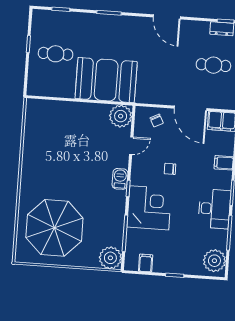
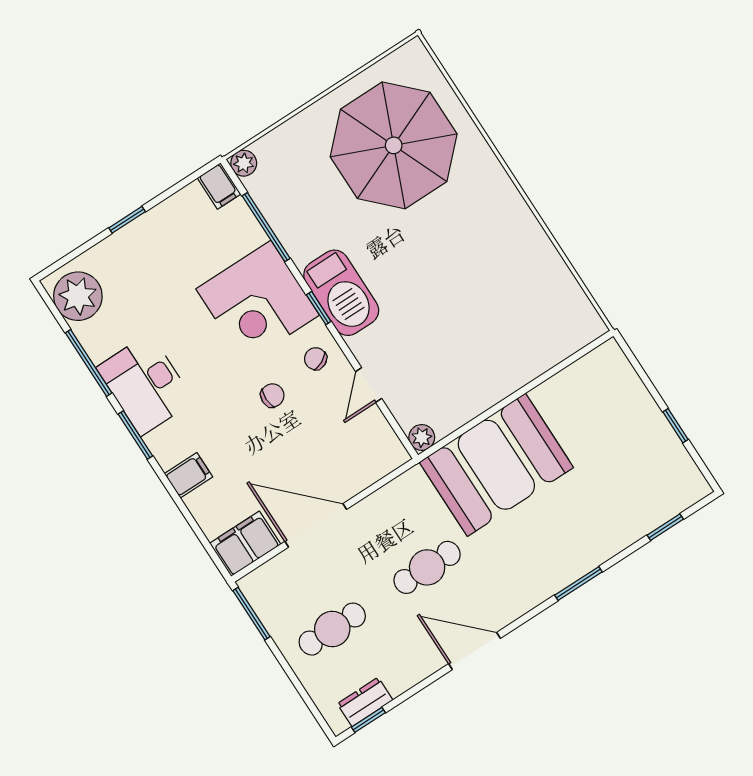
cafe table: (56, 54) -> (427, 567), moved
plant: (121, 116) -> (422, 437), width x0.53, depth x0.53
chair: (157, 121) -> (316, 359), moved
barbecue: (120, 179) -> (341, 293), width x1.88, depth x1.53
plant: (110, 258) -> (244, 163), width x0.53, depth x0.53
filing cabinet: (146, 263) -> (219, 186), moved

